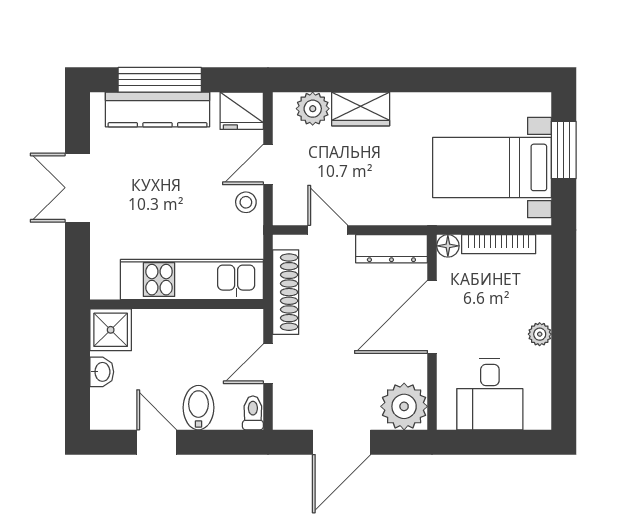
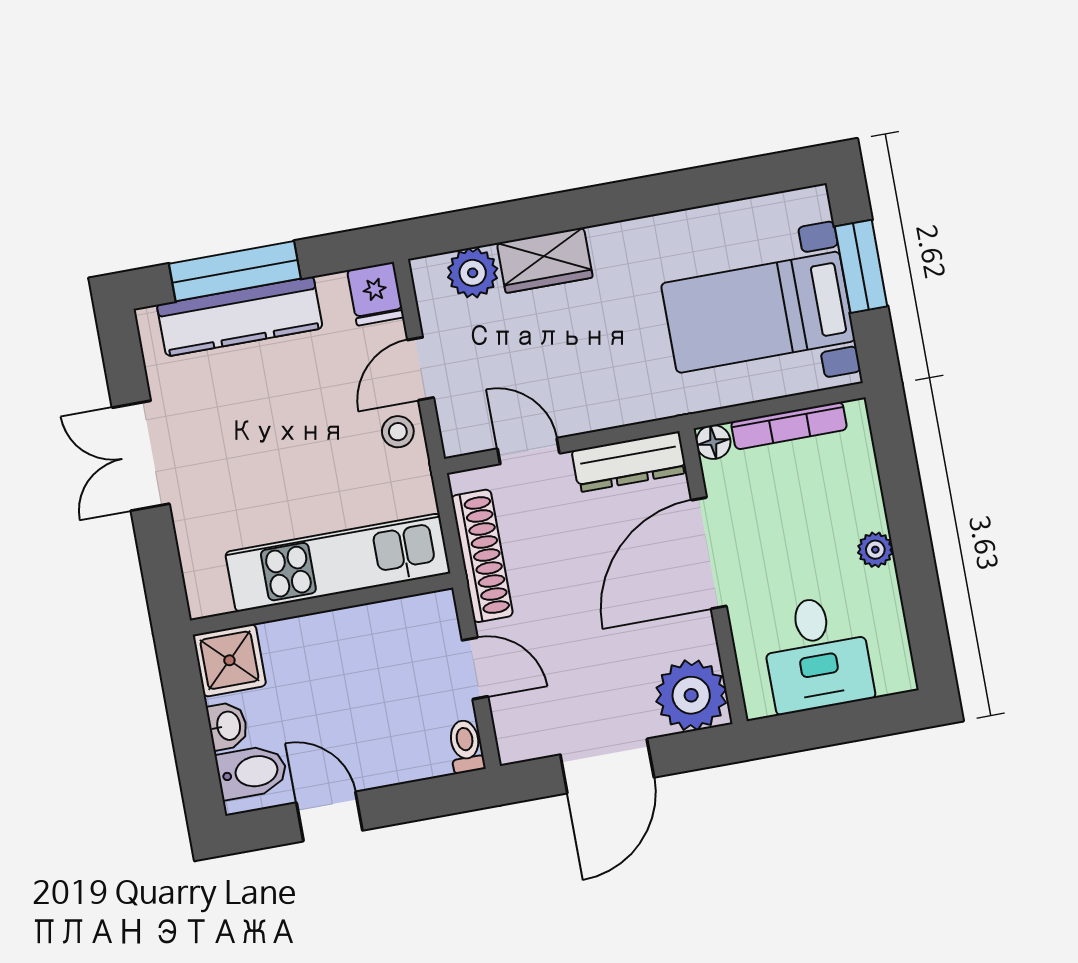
fridge: (242, 111) -> (375, 294), width x0.72
door: (268, 364) -> (475, 668), swing flipped
bidet: (198, 408) -> (252, 772), moved, turned 90

